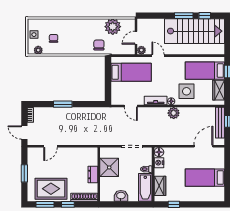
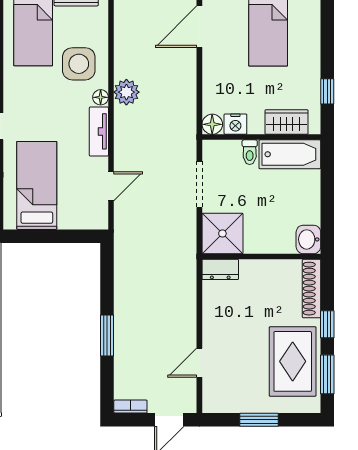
door: (50, 146) -> (199, 363), swing flipped
door: (203, 146) -> (199, 27), hinge flipped
shower: (109, 167) -> (222, 233), moved
dresser: (93, 174) -> (220, 269), moved
washbasin: (121, 196) -> (308, 239), moved

